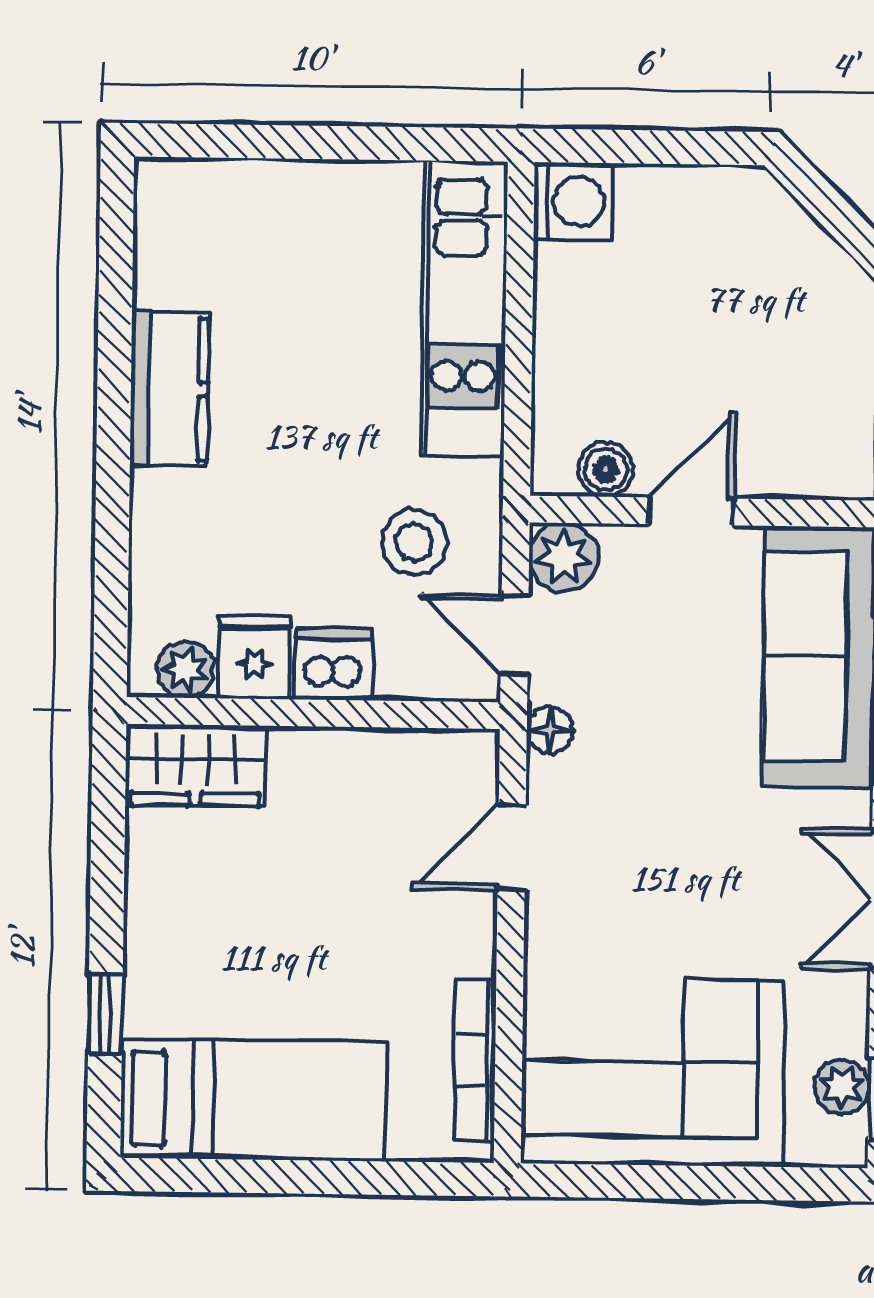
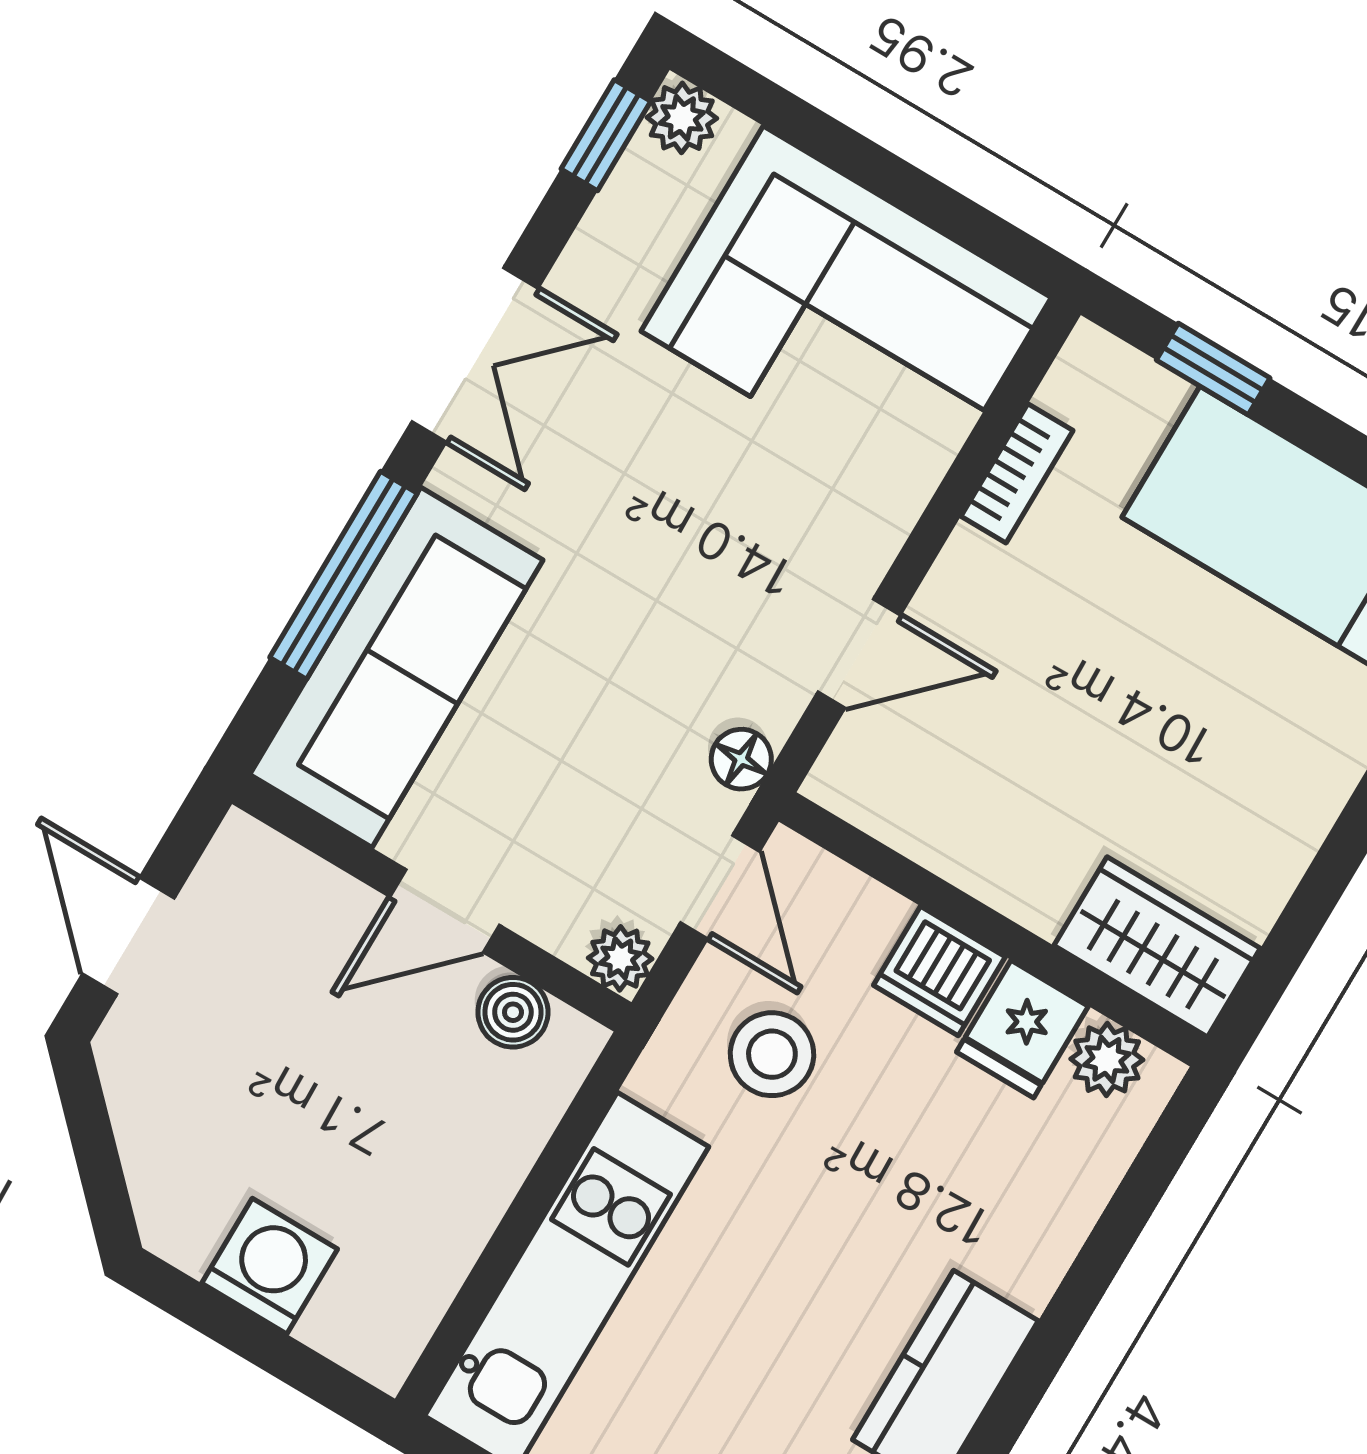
washing machine: (573, 201) -> (270, 1266), moved, turned 90
plant: (563, 557) -> (620, 958), width x0.73, depth x0.73
bookcase: (475, 1060) -> (1017, 473), width x0.64
plant: (841, 1086) -> (682, 118), moved
window: (383, 1178) -> (1213, 369), added

